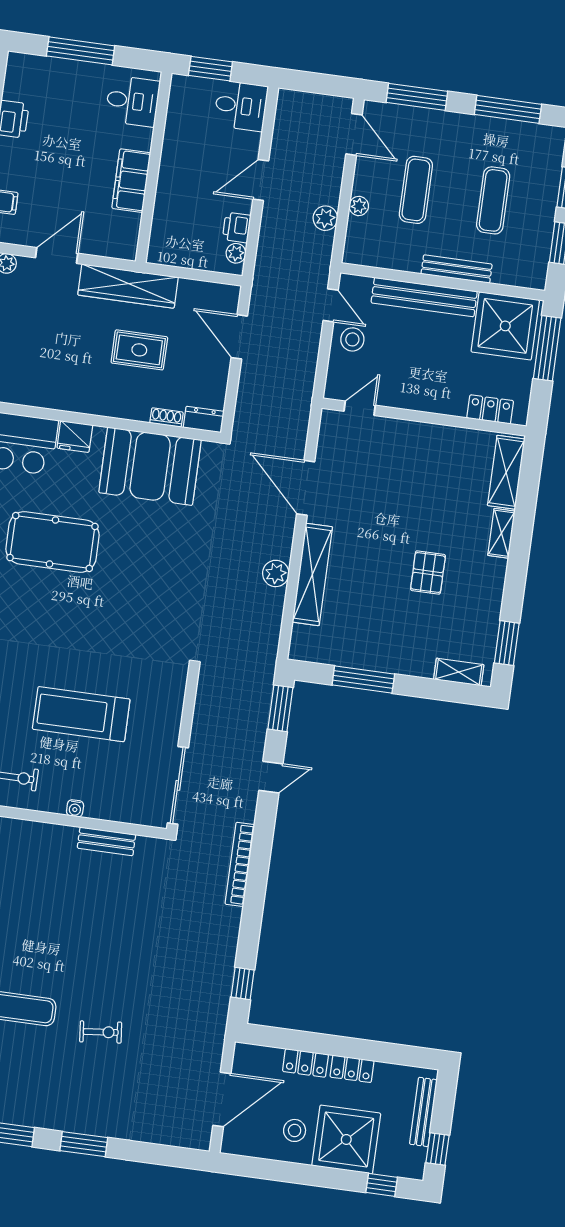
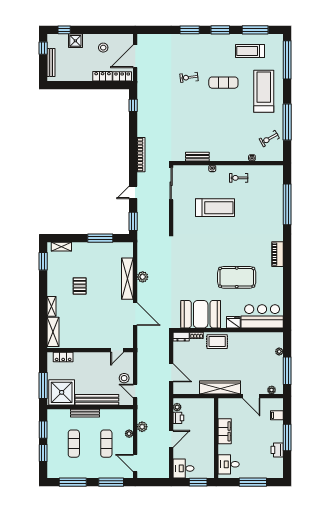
door: (57, 255) -> (251, 396), hinge flipped
rug: (139, 350) -> (217, 342), moved
locker: (352, 1069) -> (122, 76), moved
shower: (346, 1139) -> (75, 41), width x0.54, depth x0.54

